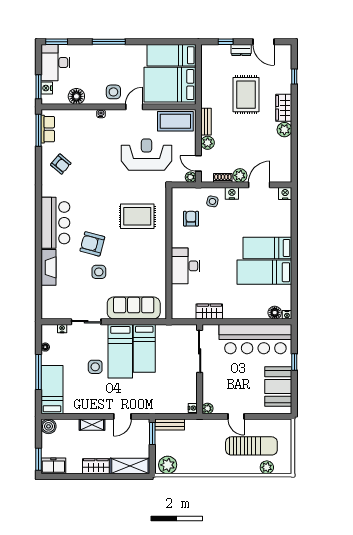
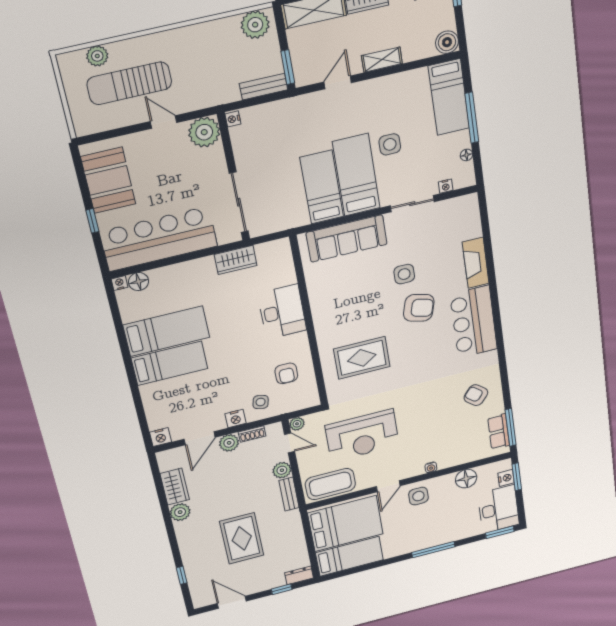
dresser: (241, 50) -> (299, 575), moved
wardrobe: (284, 108) -> (175, 487), moved
plant: (208, 408) -> (204, 132), width x1.87, depth x1.87

